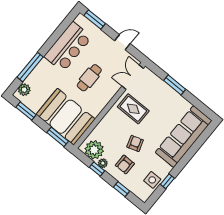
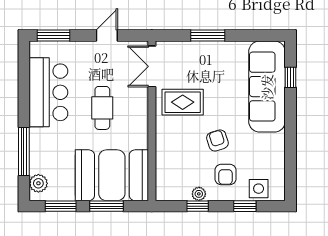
window: (58, 137) -> (107, 206), moved
plant: (94, 150) -> (176, 187), removed
side table: (152, 180) -> (259, 189), moved
window: (167, 181) -> (290, 77), moved

